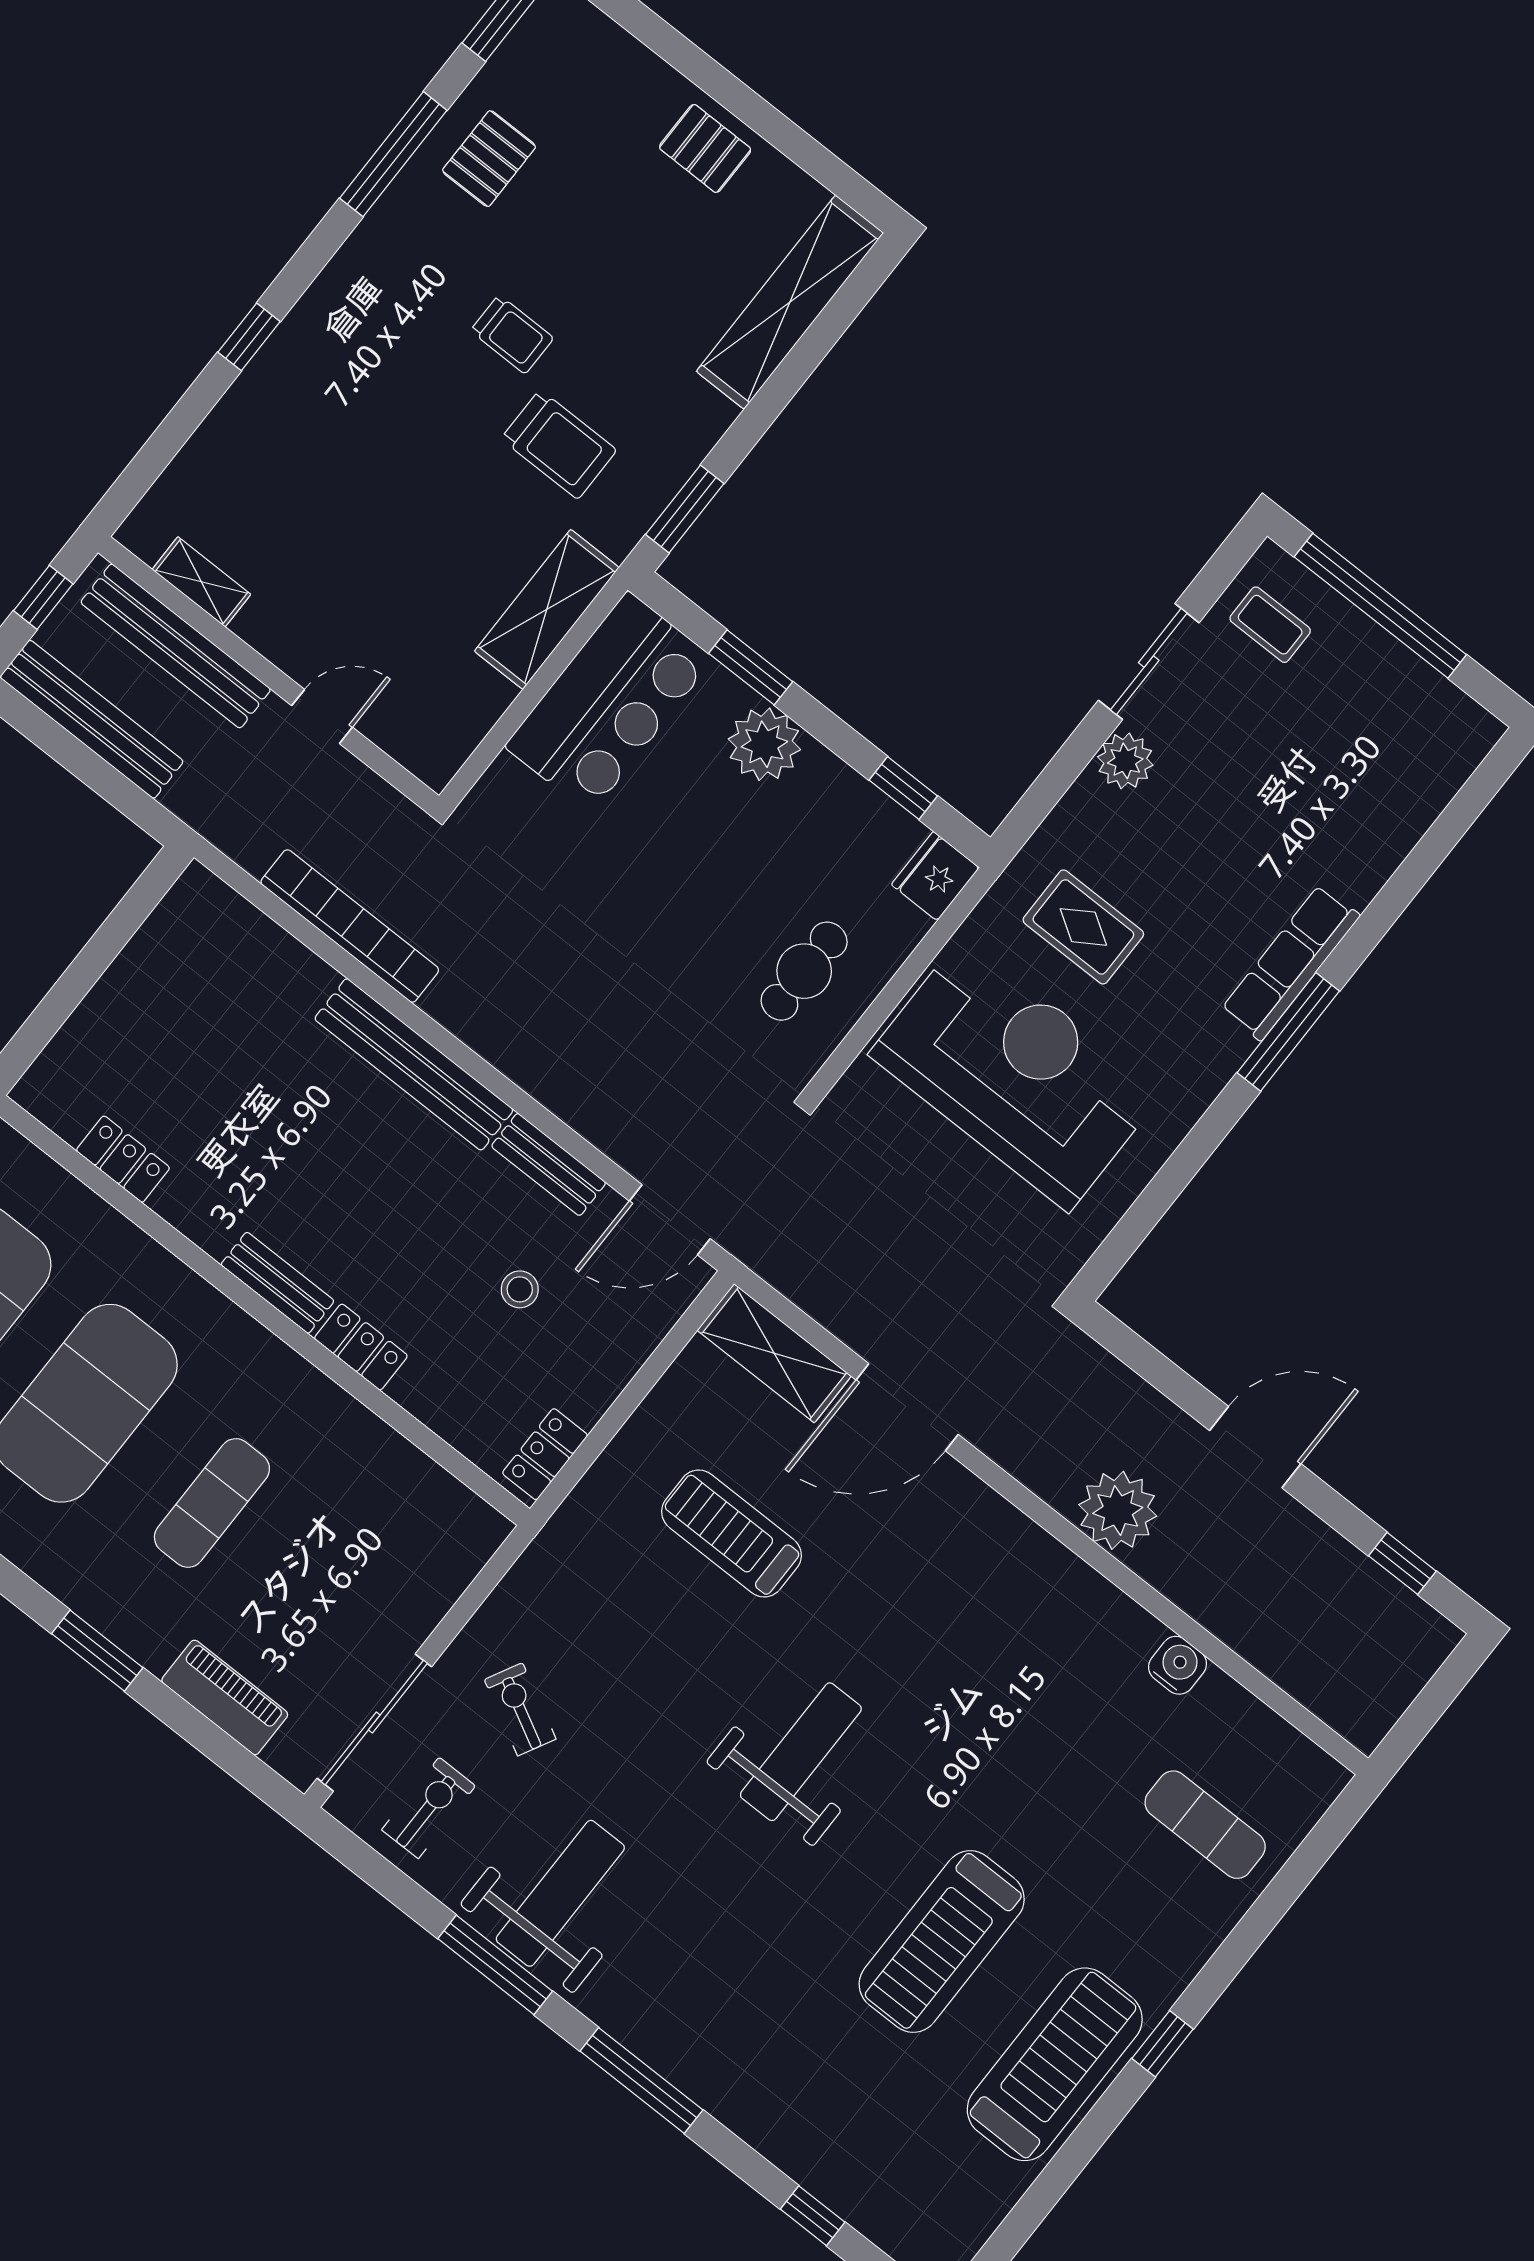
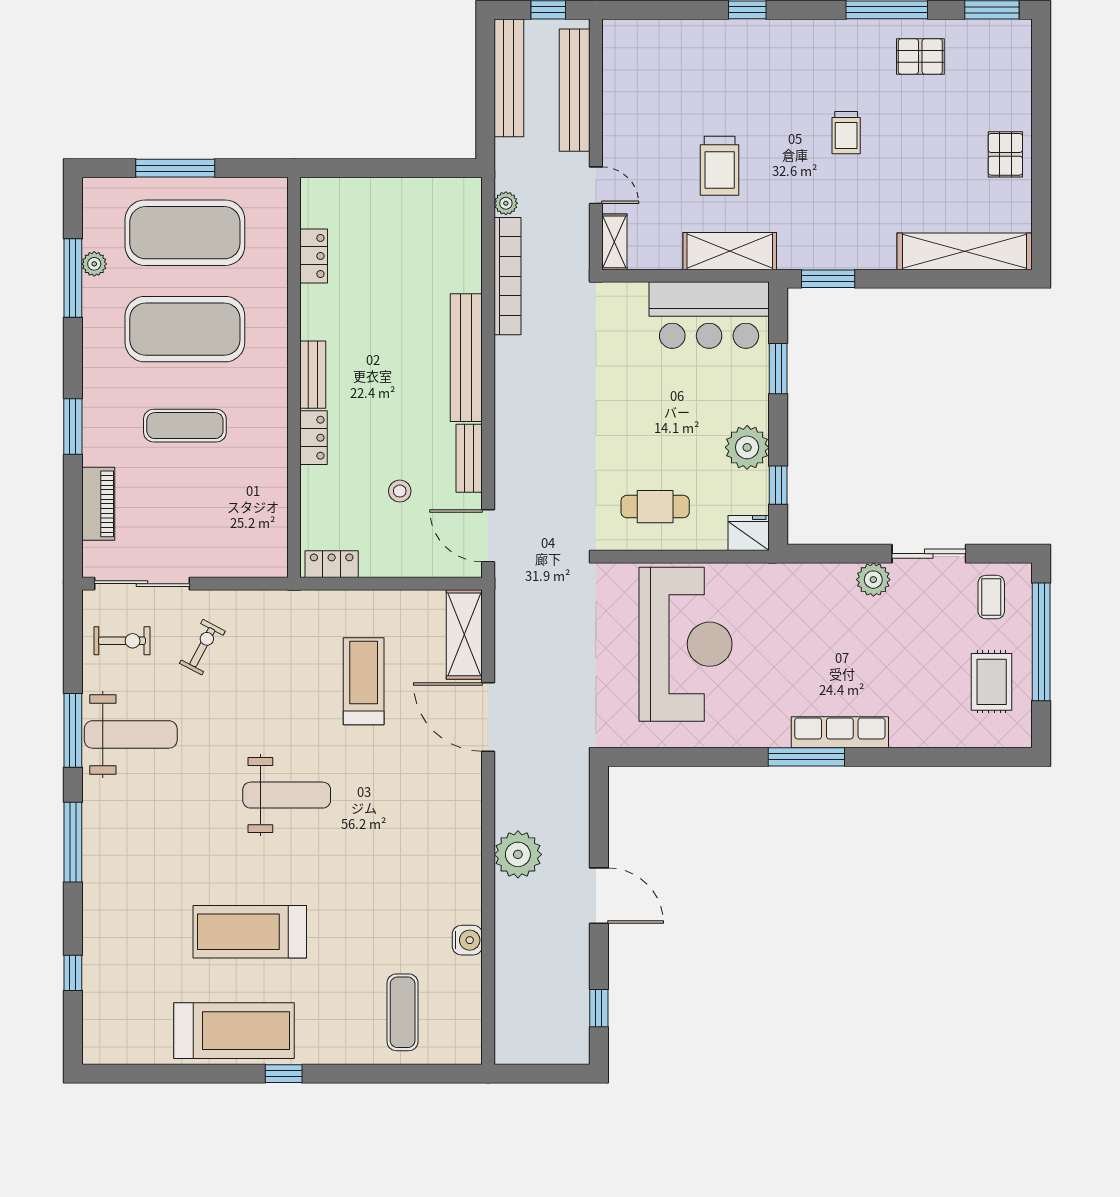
trolley: (559, 444) -> (720, 166), moved
shelving: (201, 582) -> (614, 242), moved
plant: (764, 744) -> (747, 447), moved
plant: (253, 853) -> (506, 203), added
rug: (1083, 927) -> (992, 682), moved

